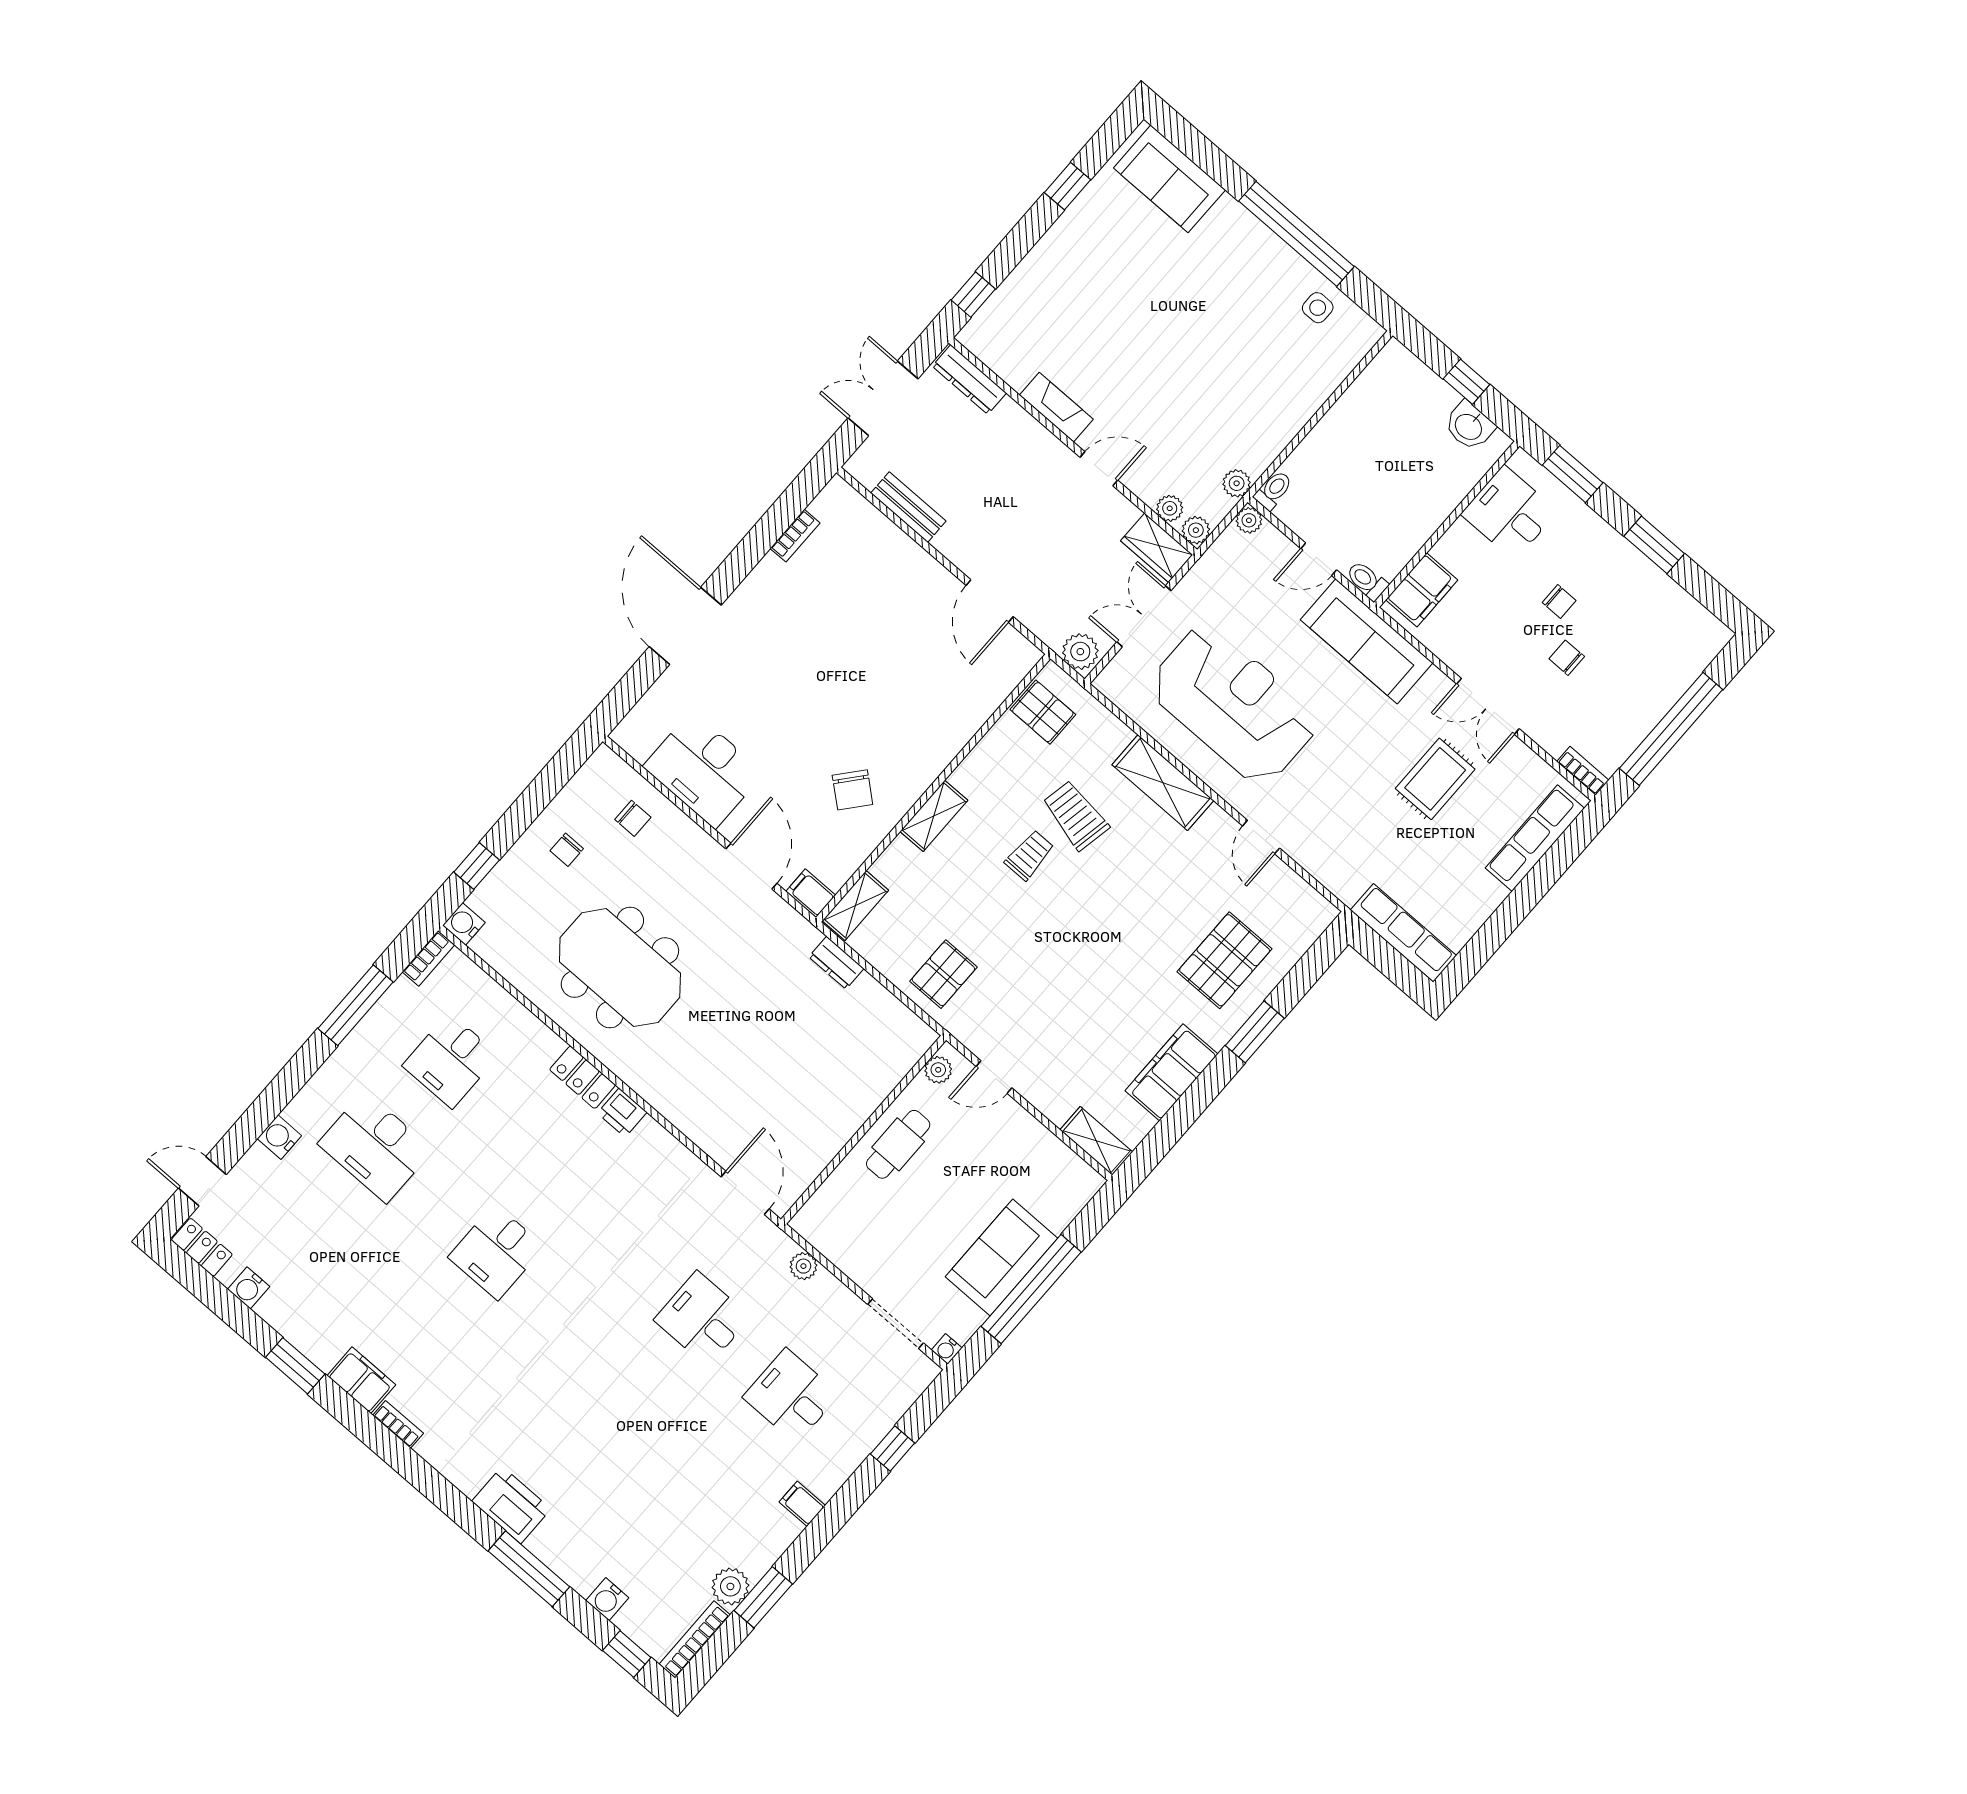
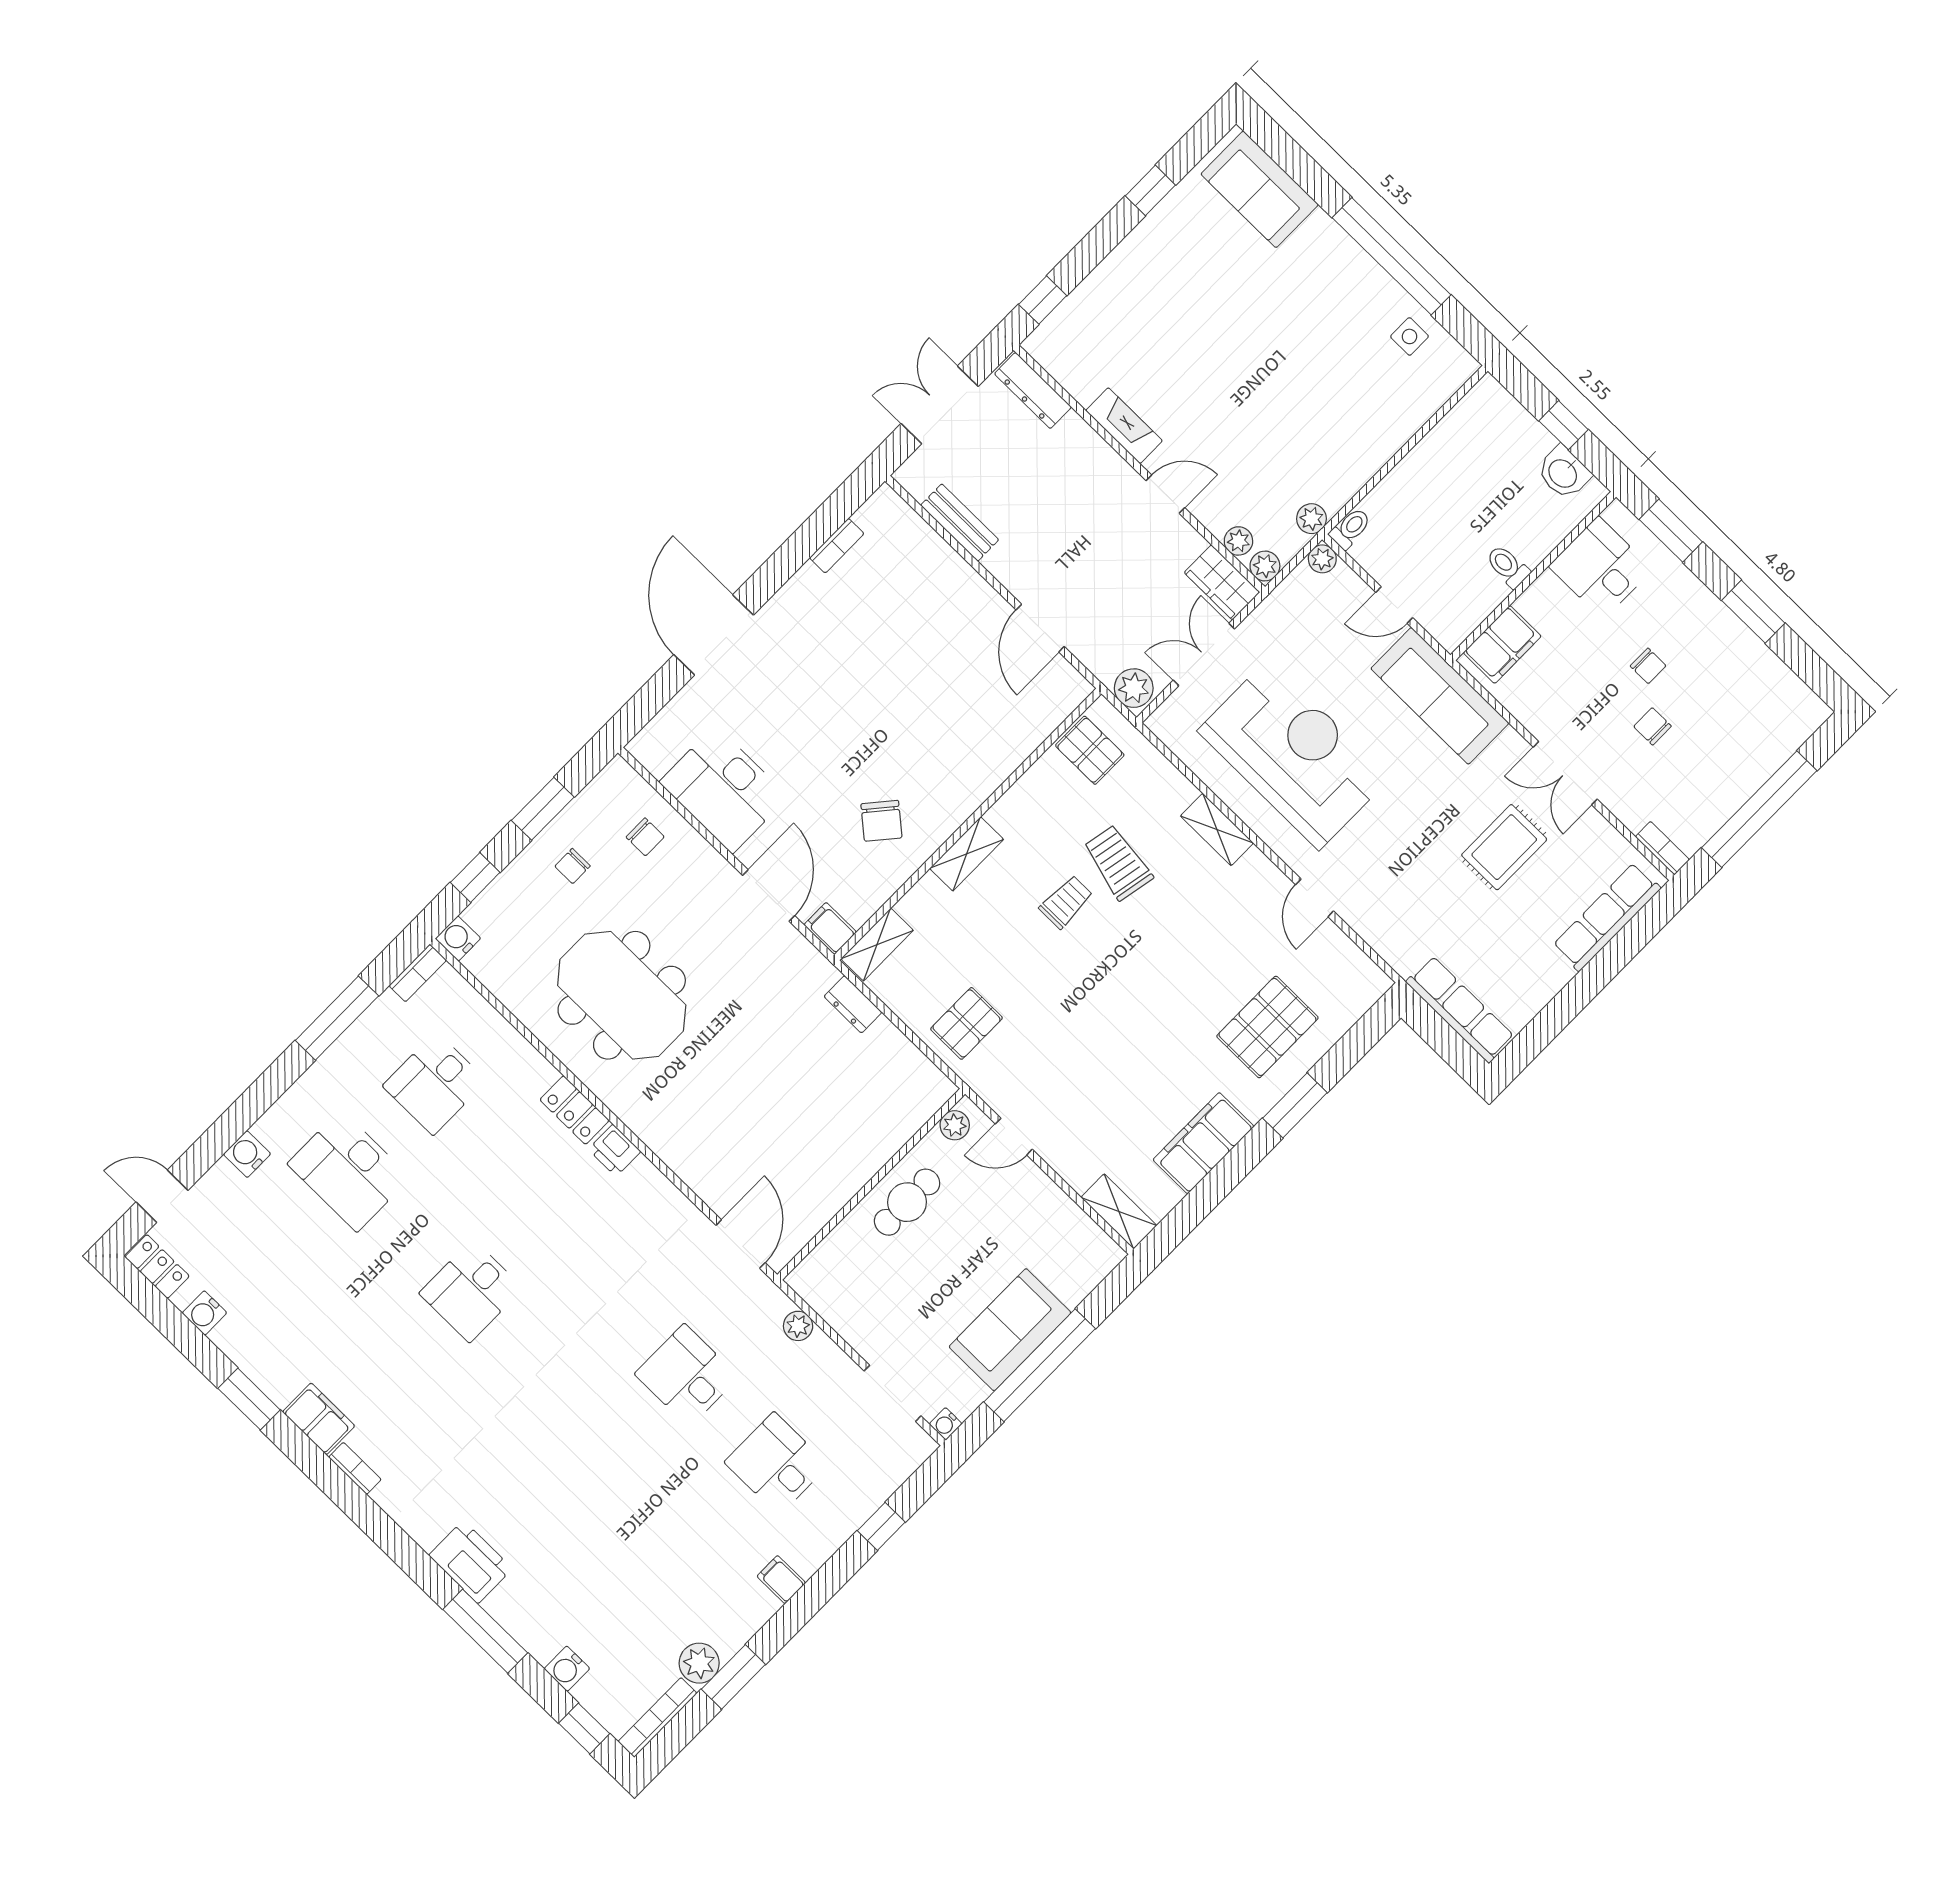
toilet: (1367, 581) -> (1508, 566), moved
shelving: (1163, 783) -> (1217, 829), width x0.67, depth x0.75
window: (536, 798) -> (543, 809), added

